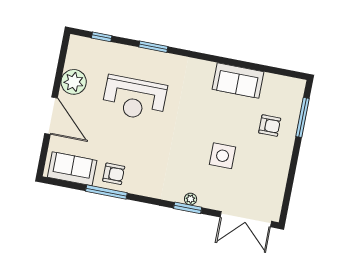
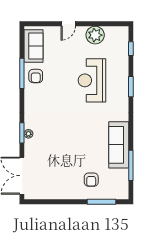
window: (261, 68) -> (131, 165), added
sofa: (238, 80) -> (119, 145), width x1.36
door: (51, 116) -> (68, 24), width x0.53
side table: (223, 156) -> (63, 150), removed

